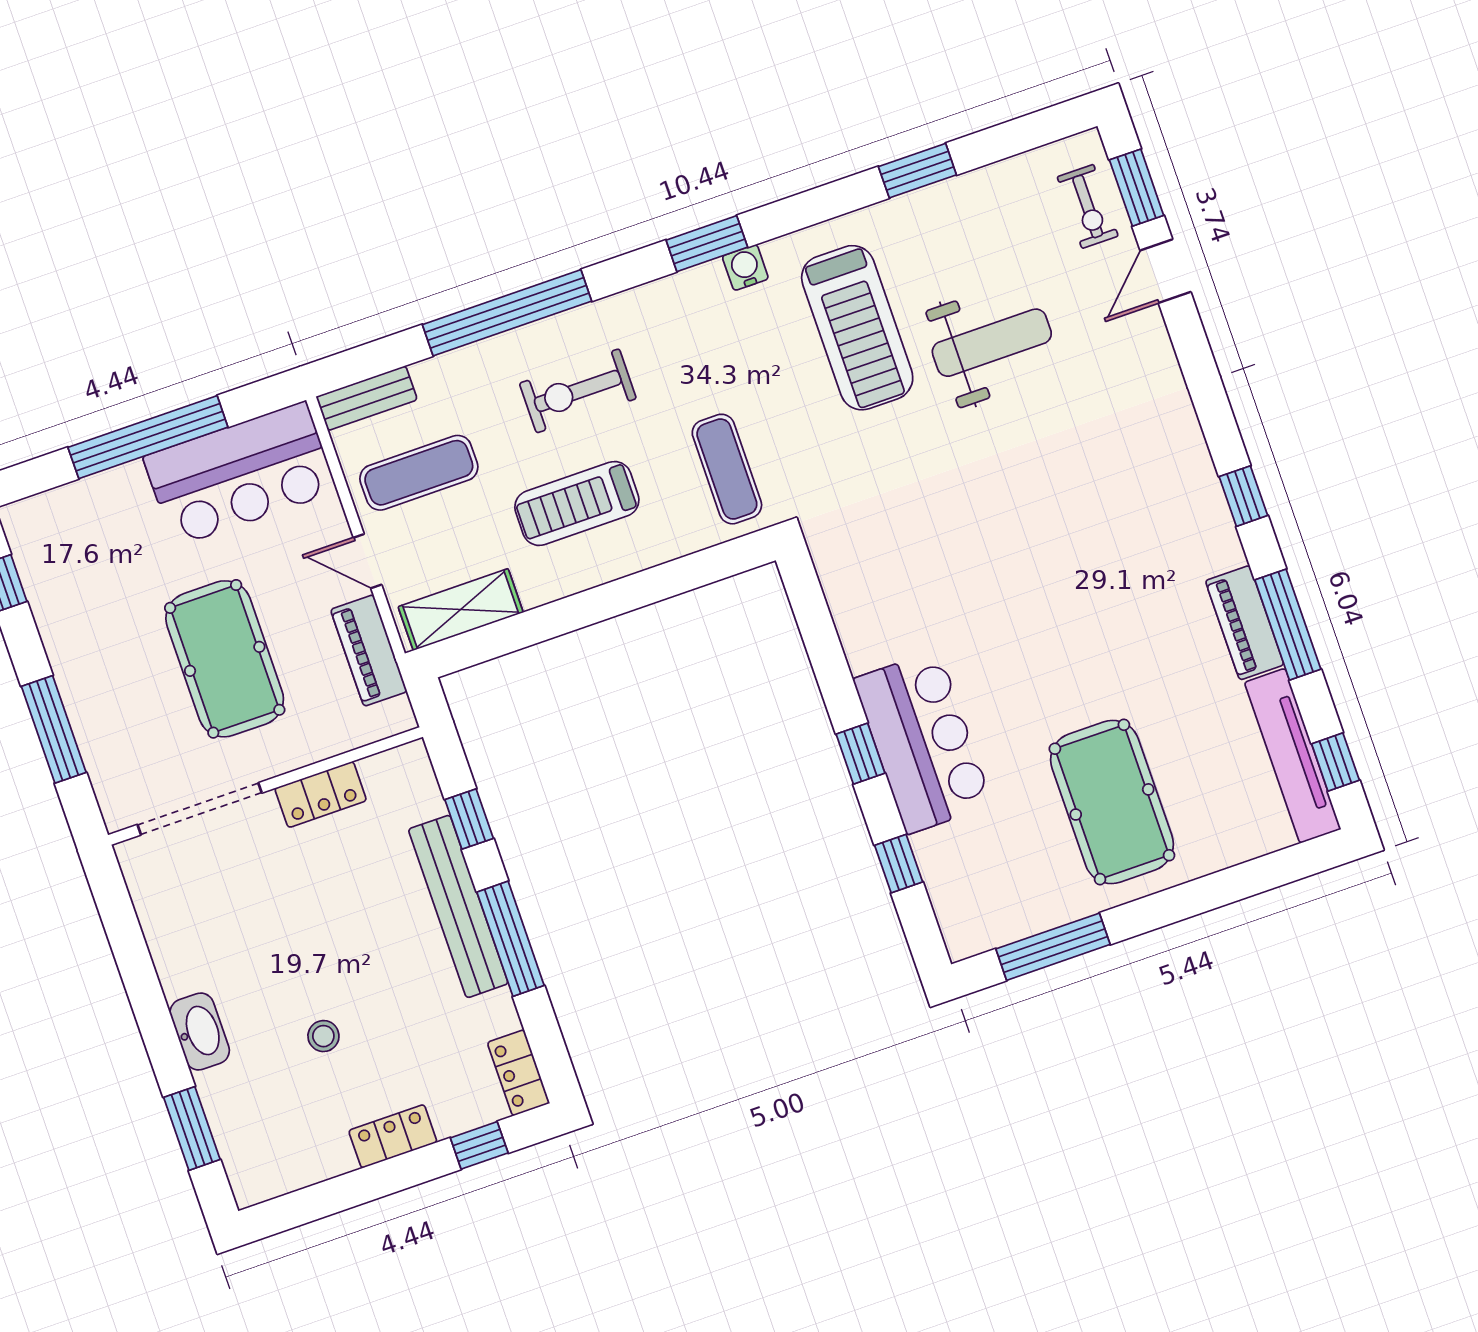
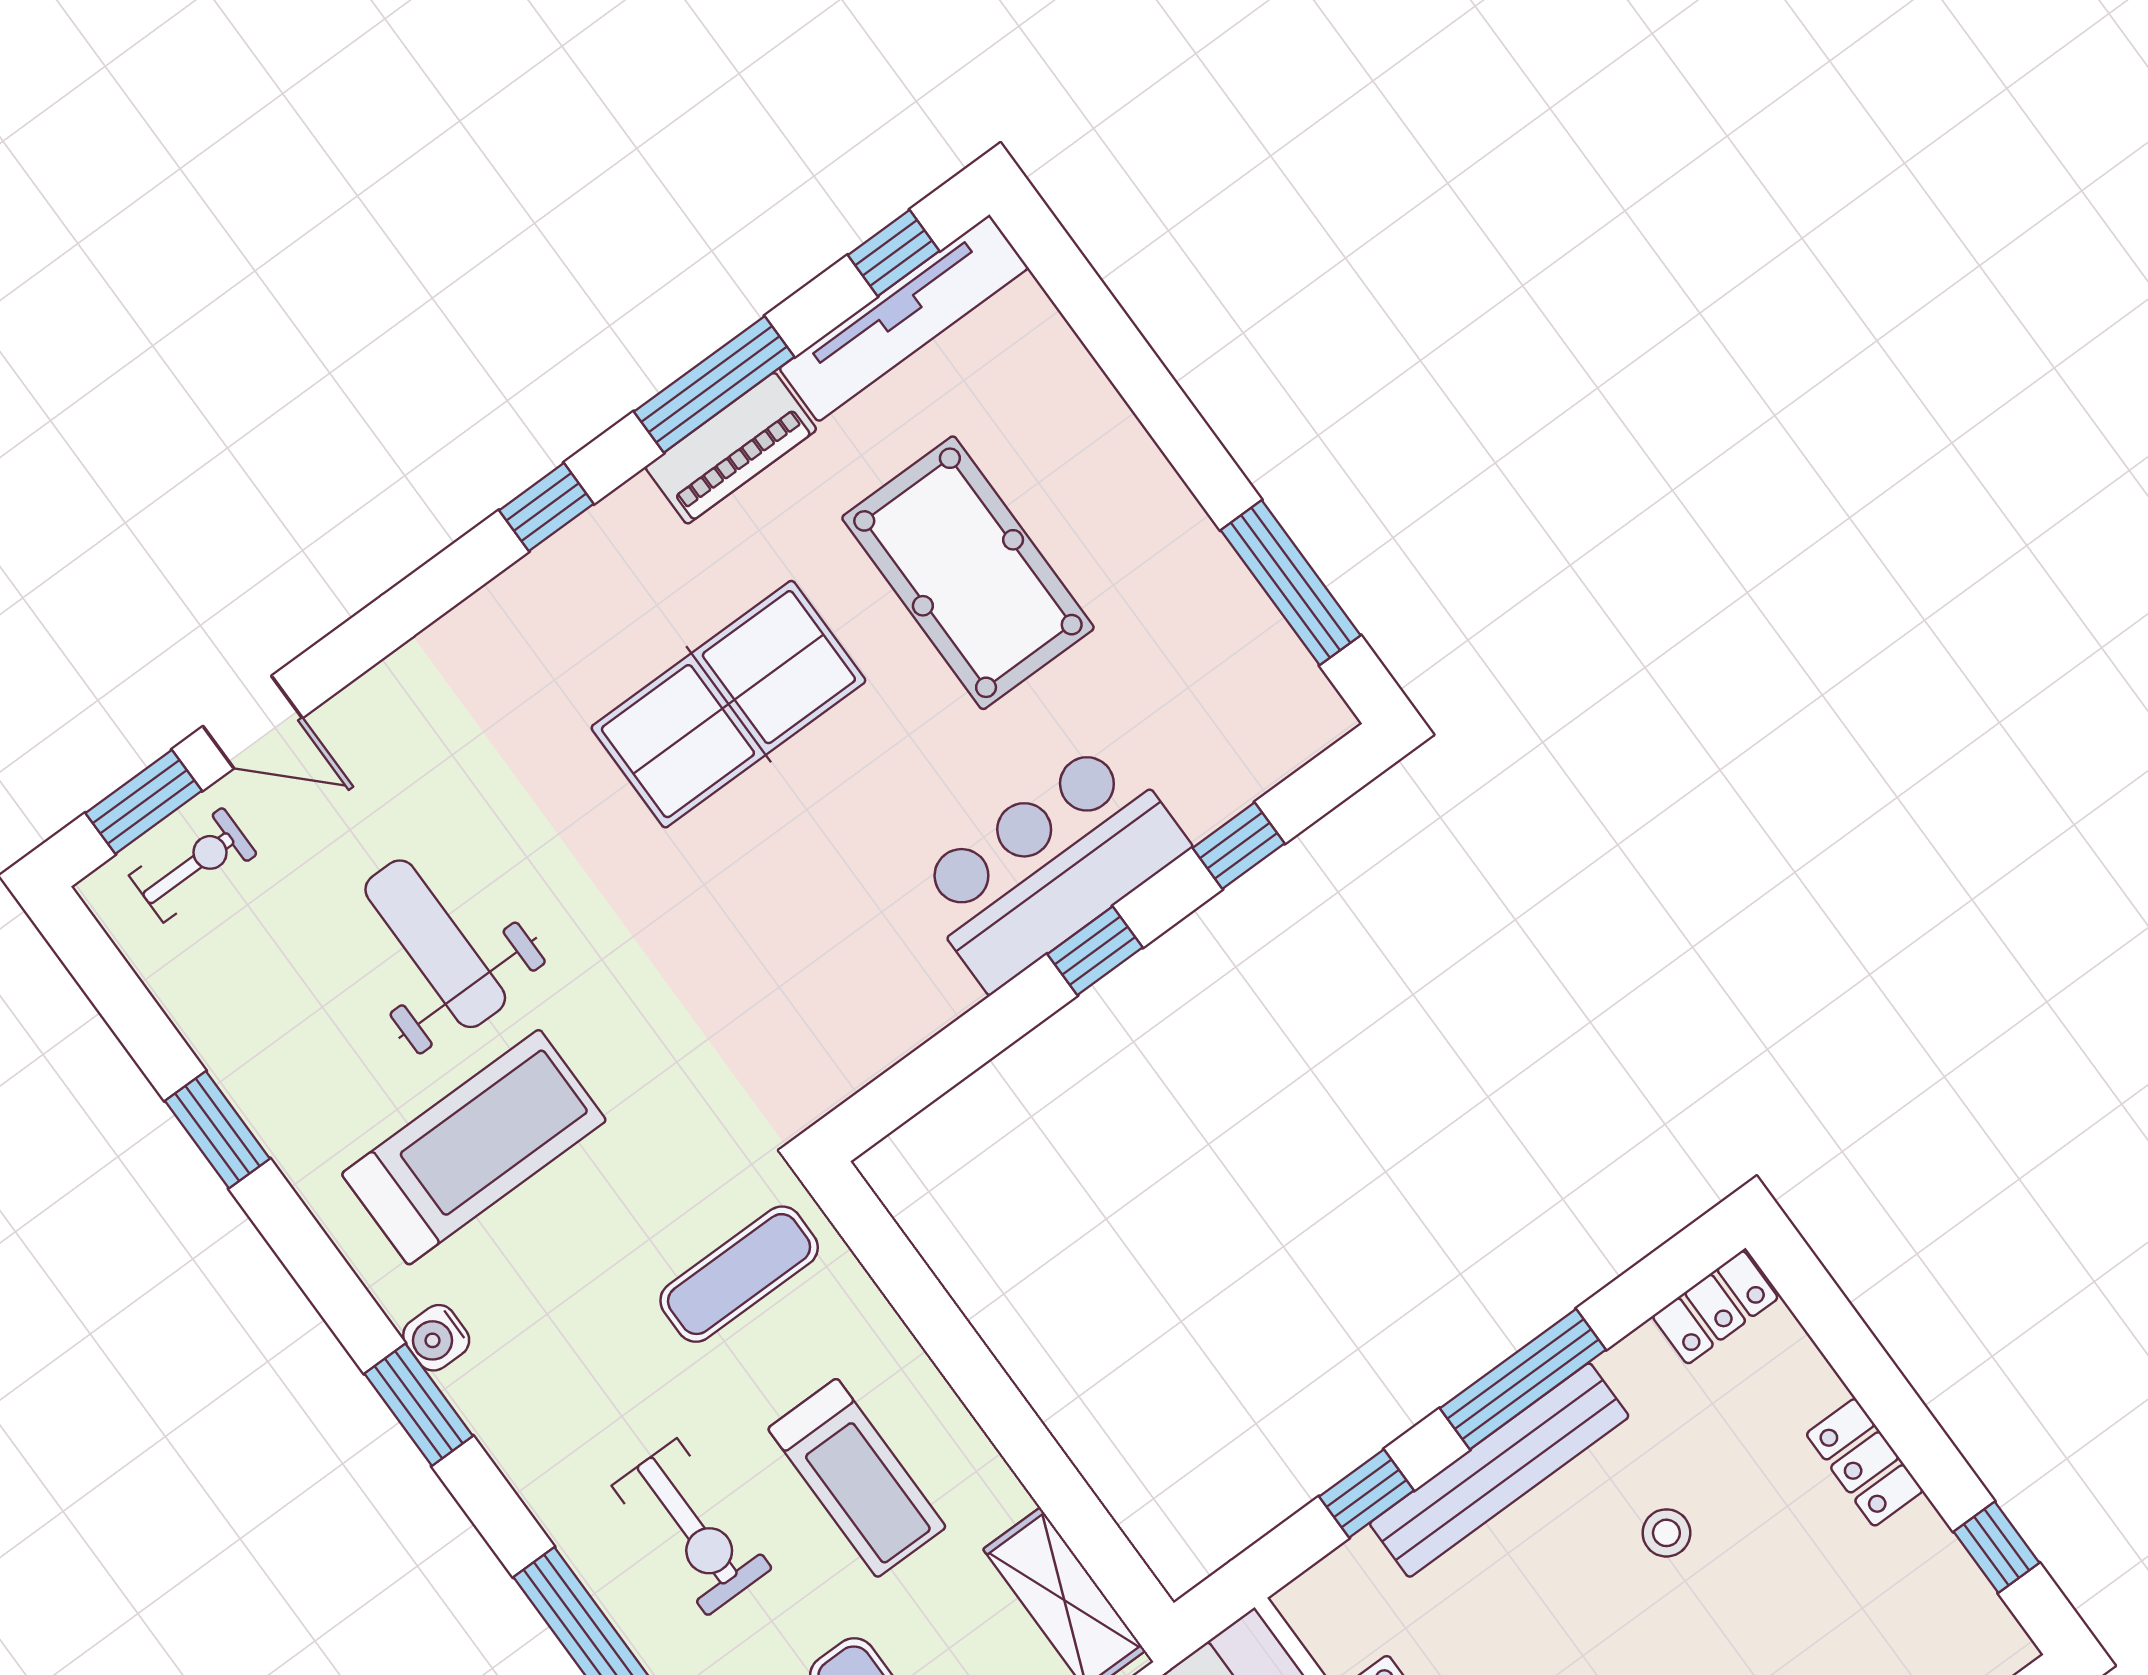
table tennis table: (1085, 572) -> (728, 704), added
pool table: (1112, 802) -> (968, 573), moved, turned 90
stool: (323, 1036) -> (1666, 1533), moved
window: (479, 1145) -> (1997, 1547), moved

